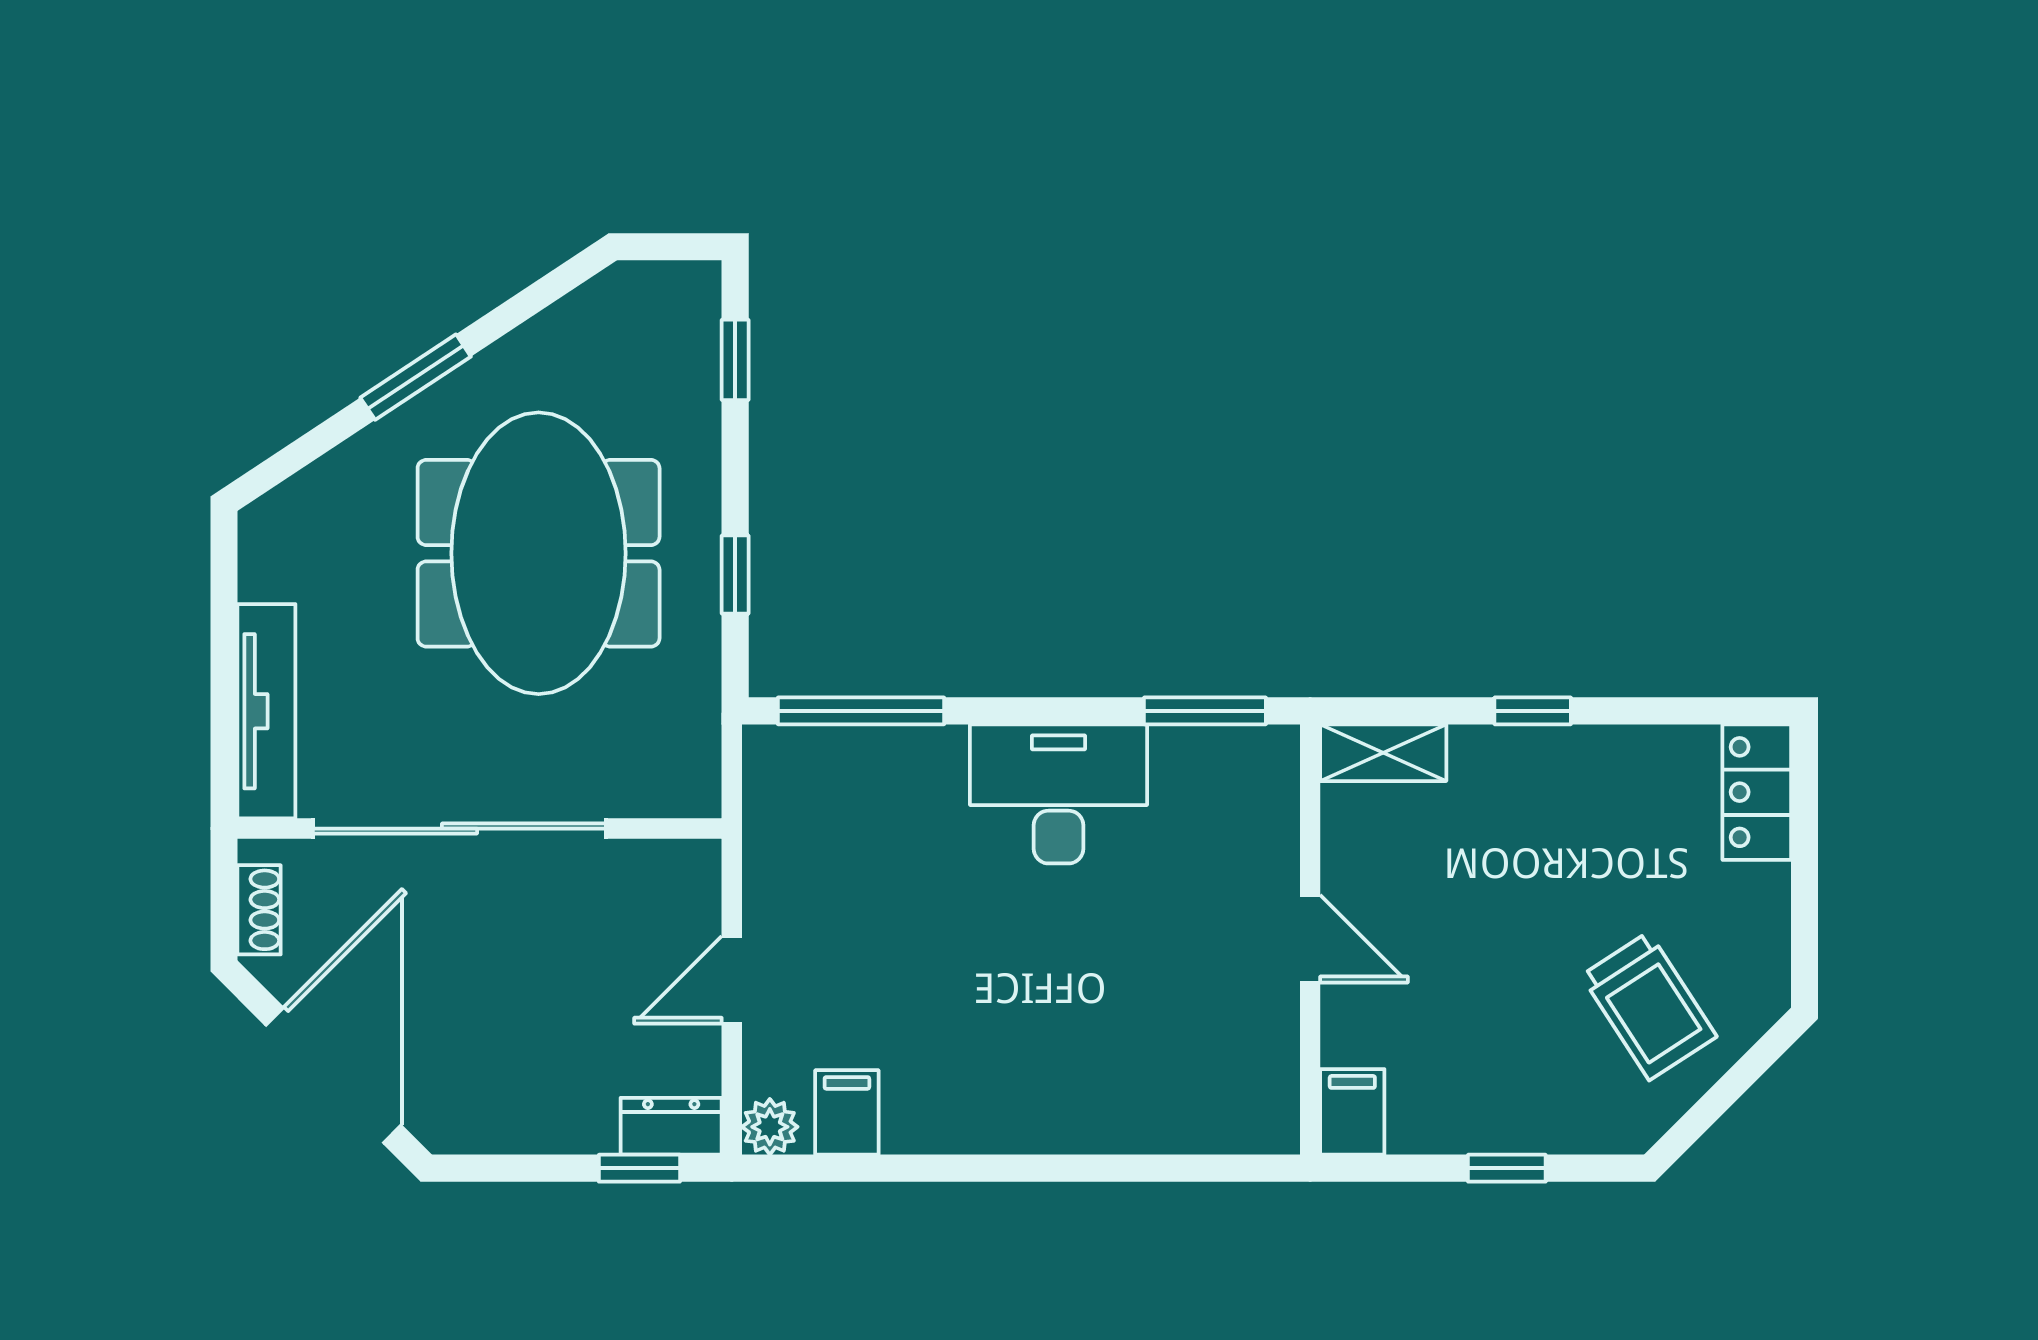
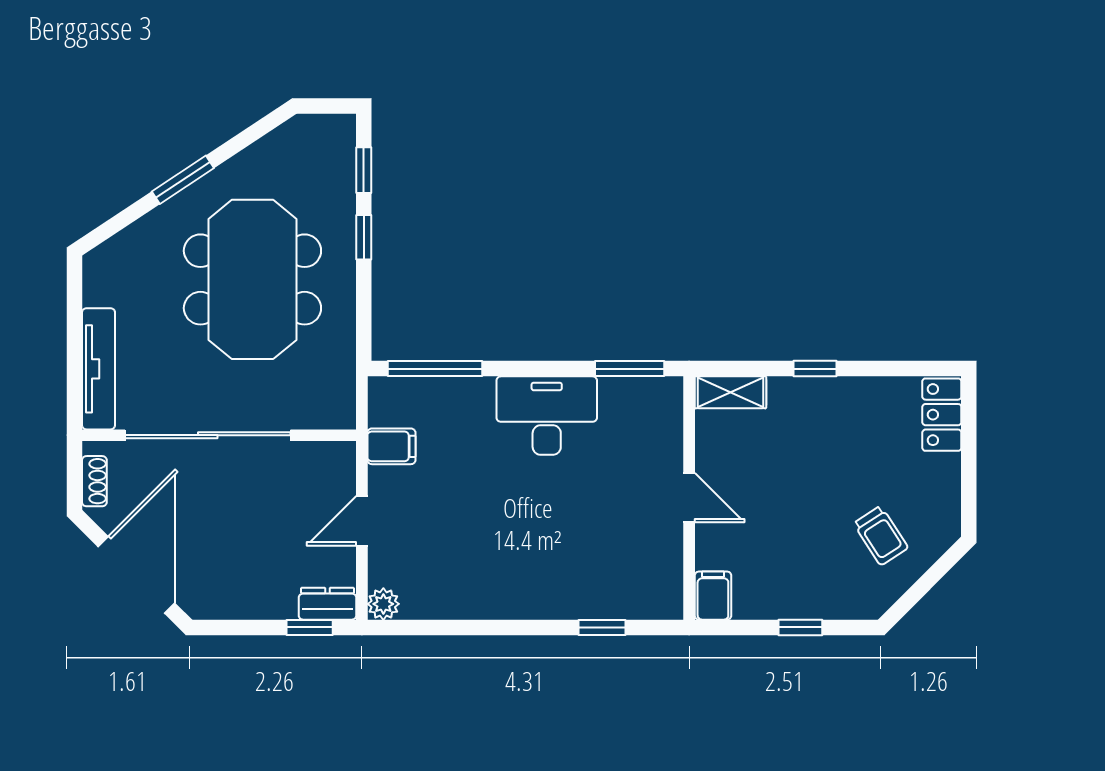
window: (735, 575) -> (364, 237), moved
trolley: (1649, 1006) -> (881, 536), width x0.73, depth x0.72
filing cabinet: (847, 1112) -> (391, 446), moved, turned 90
window: (1156, 1168) -> (602, 627), added

